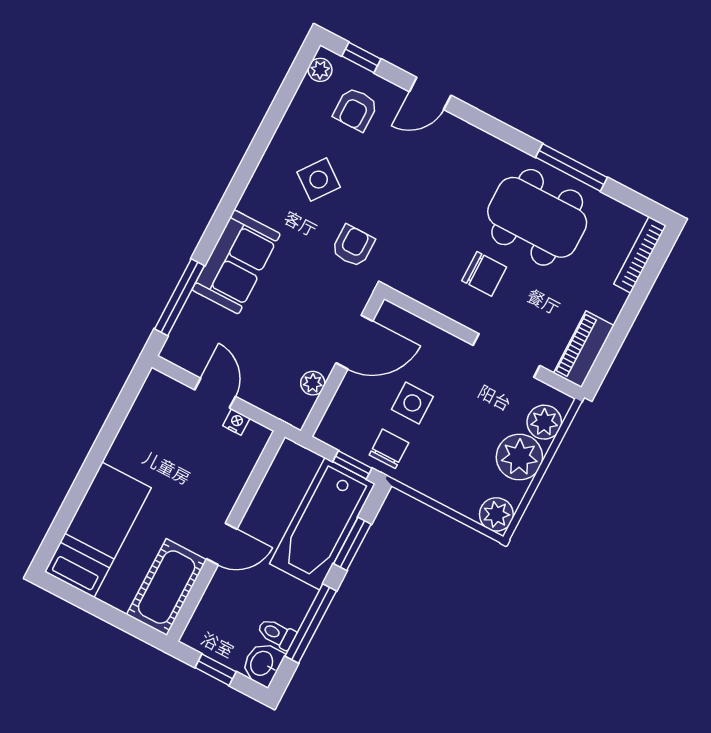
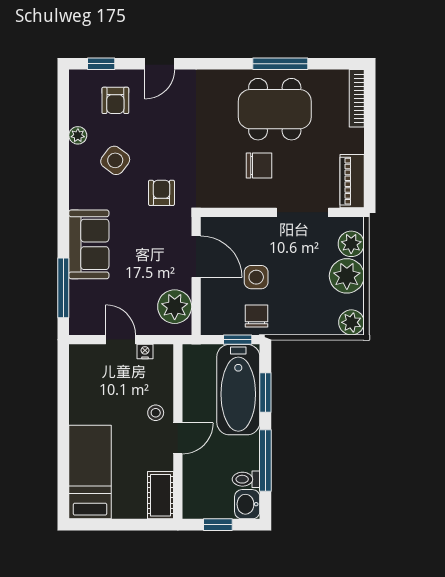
plant: (320, 70) -> (78, 135), moved
door: (354, 342) -> (196, 257), hinge flipped
plant: (313, 383) -> (175, 307), width x1.88, depth x1.88
stool: (211, 500) -> (156, 413), added
cot: (167, 587) -> (160, 495), width x0.73, depth x0.75

